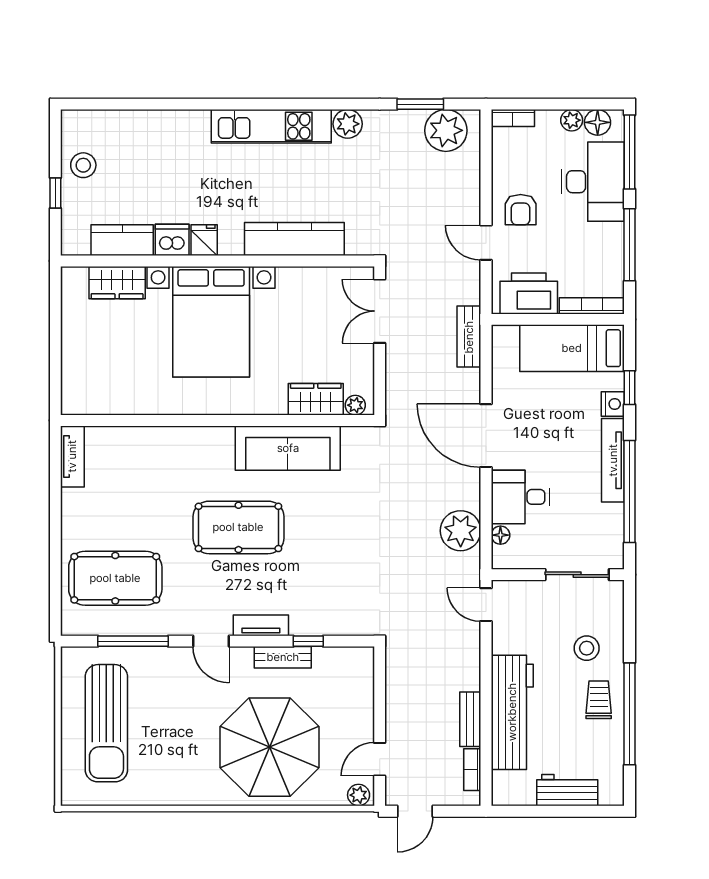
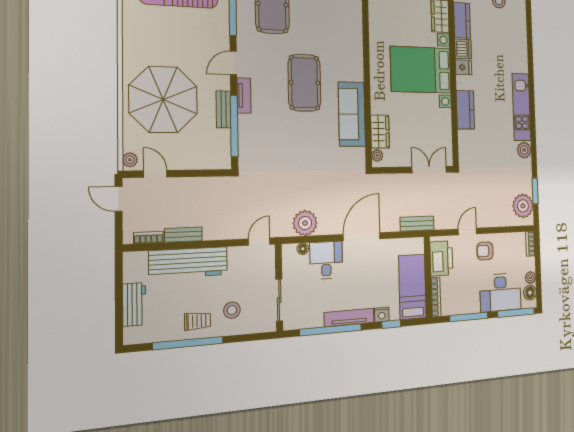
kitchen counter: (294, 239) -> (465, 110), width x0.67
window: (308, 641) -> (234, 126), width x3.17

